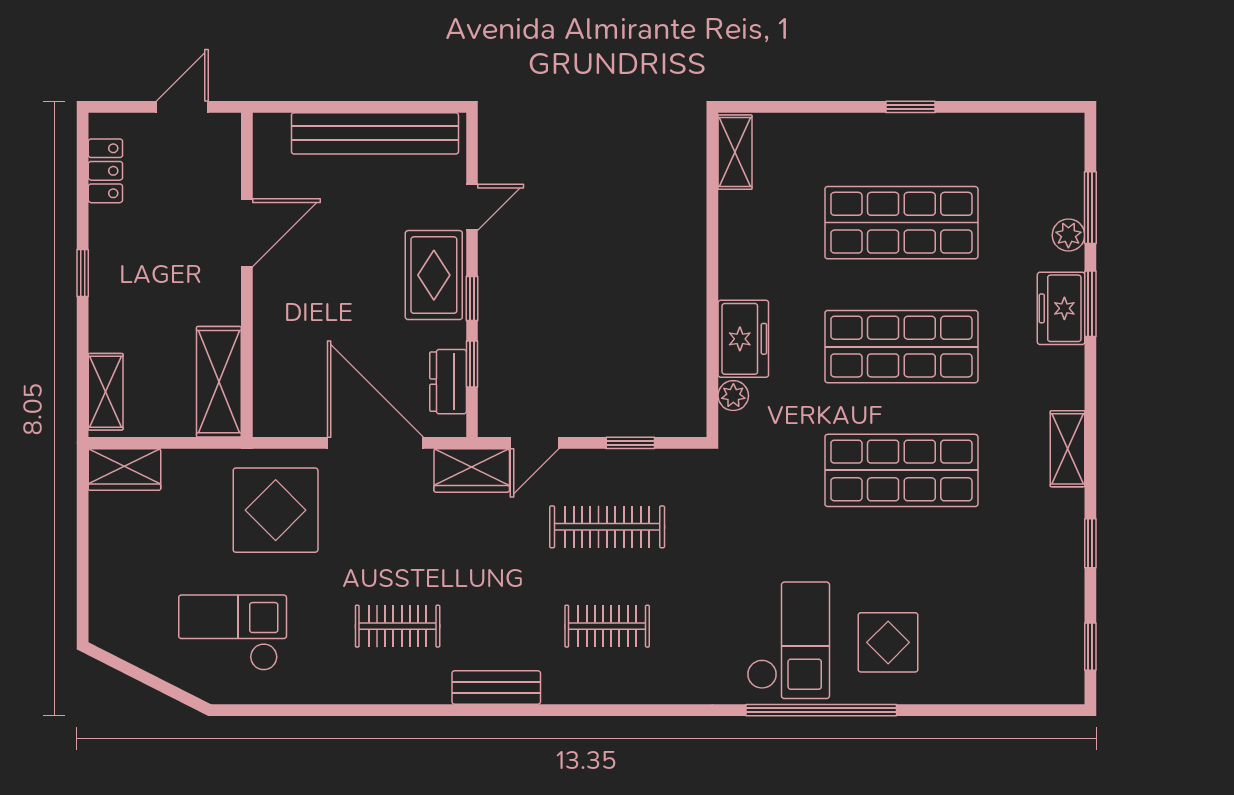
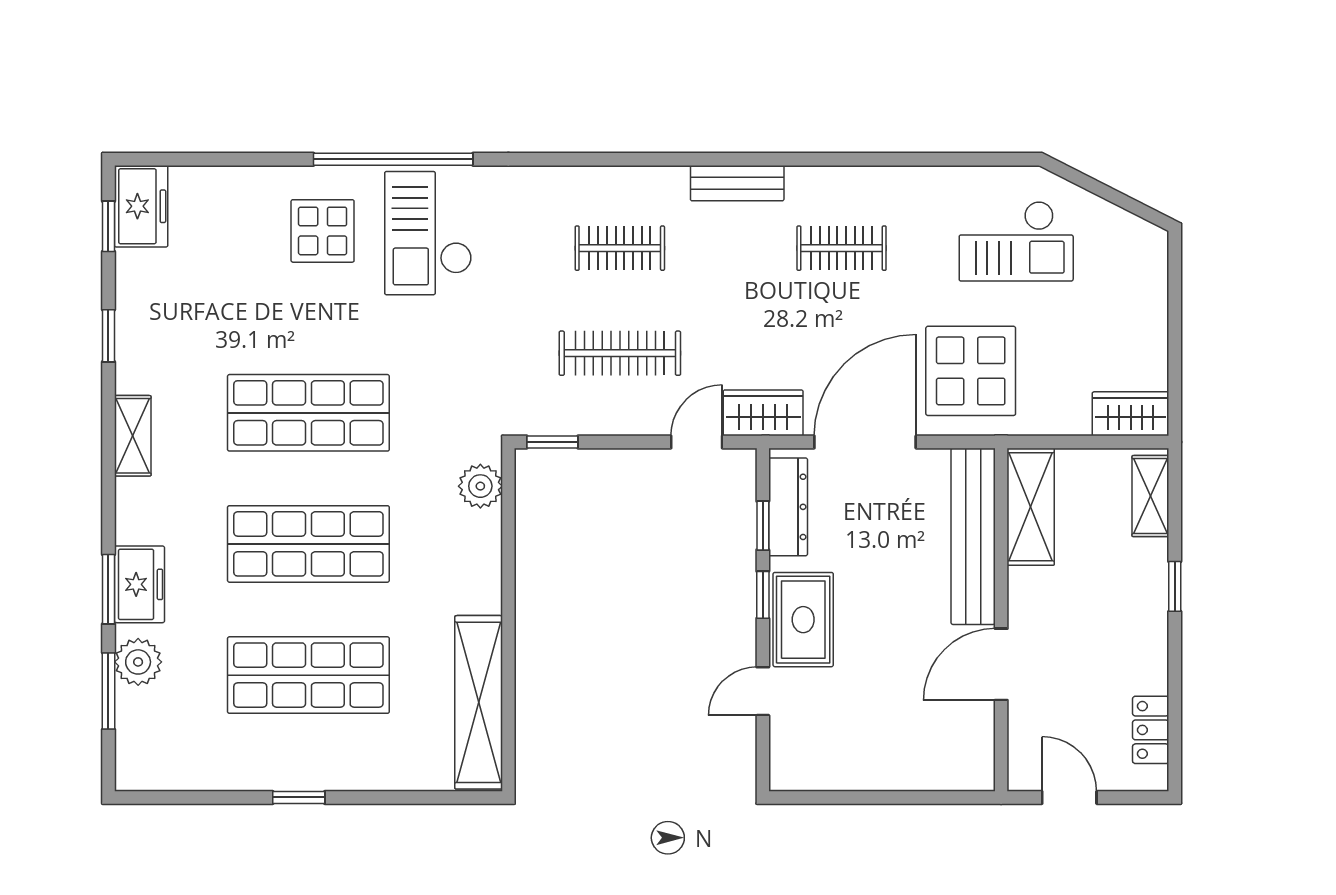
door: (182, 107) -> (1069, 797), swing flipped
bench: (375, 133) -> (973, 536), moved, turned 90
shelving: (735, 152) -> (479, 702), width x2.20, depth x1.33
plant: (1068, 235) -> (138, 662), width x1.38, depth x1.38
window: (83, 273) -> (1175, 586), moved
freezer: (743, 339) -> (141, 206), moved, turned 180
dresser: (448, 382) -> (788, 507), width x1.44
plant: (733, 396) -> (480, 486), width x1.38, depth x1.38
door: (375, 443) -> (865, 442), swing flipped
window: (630, 443) -> (552, 442), moved

